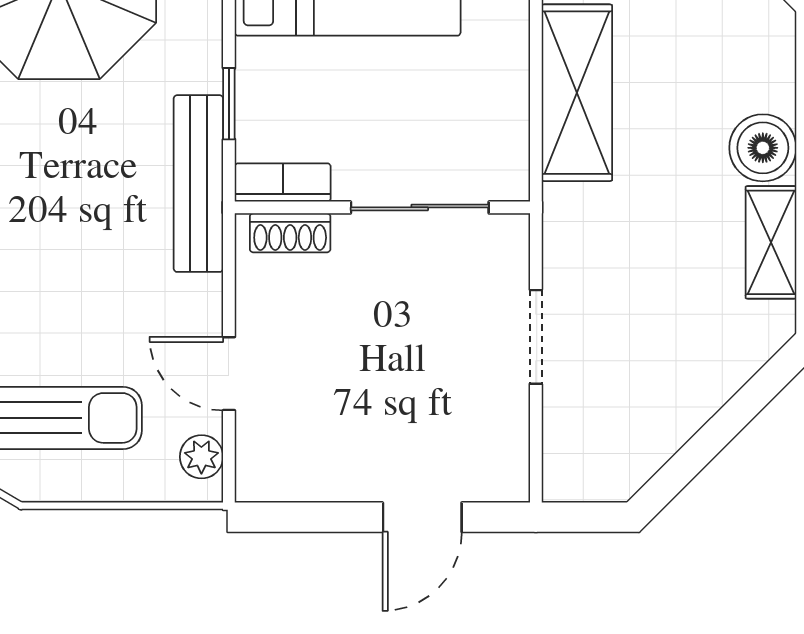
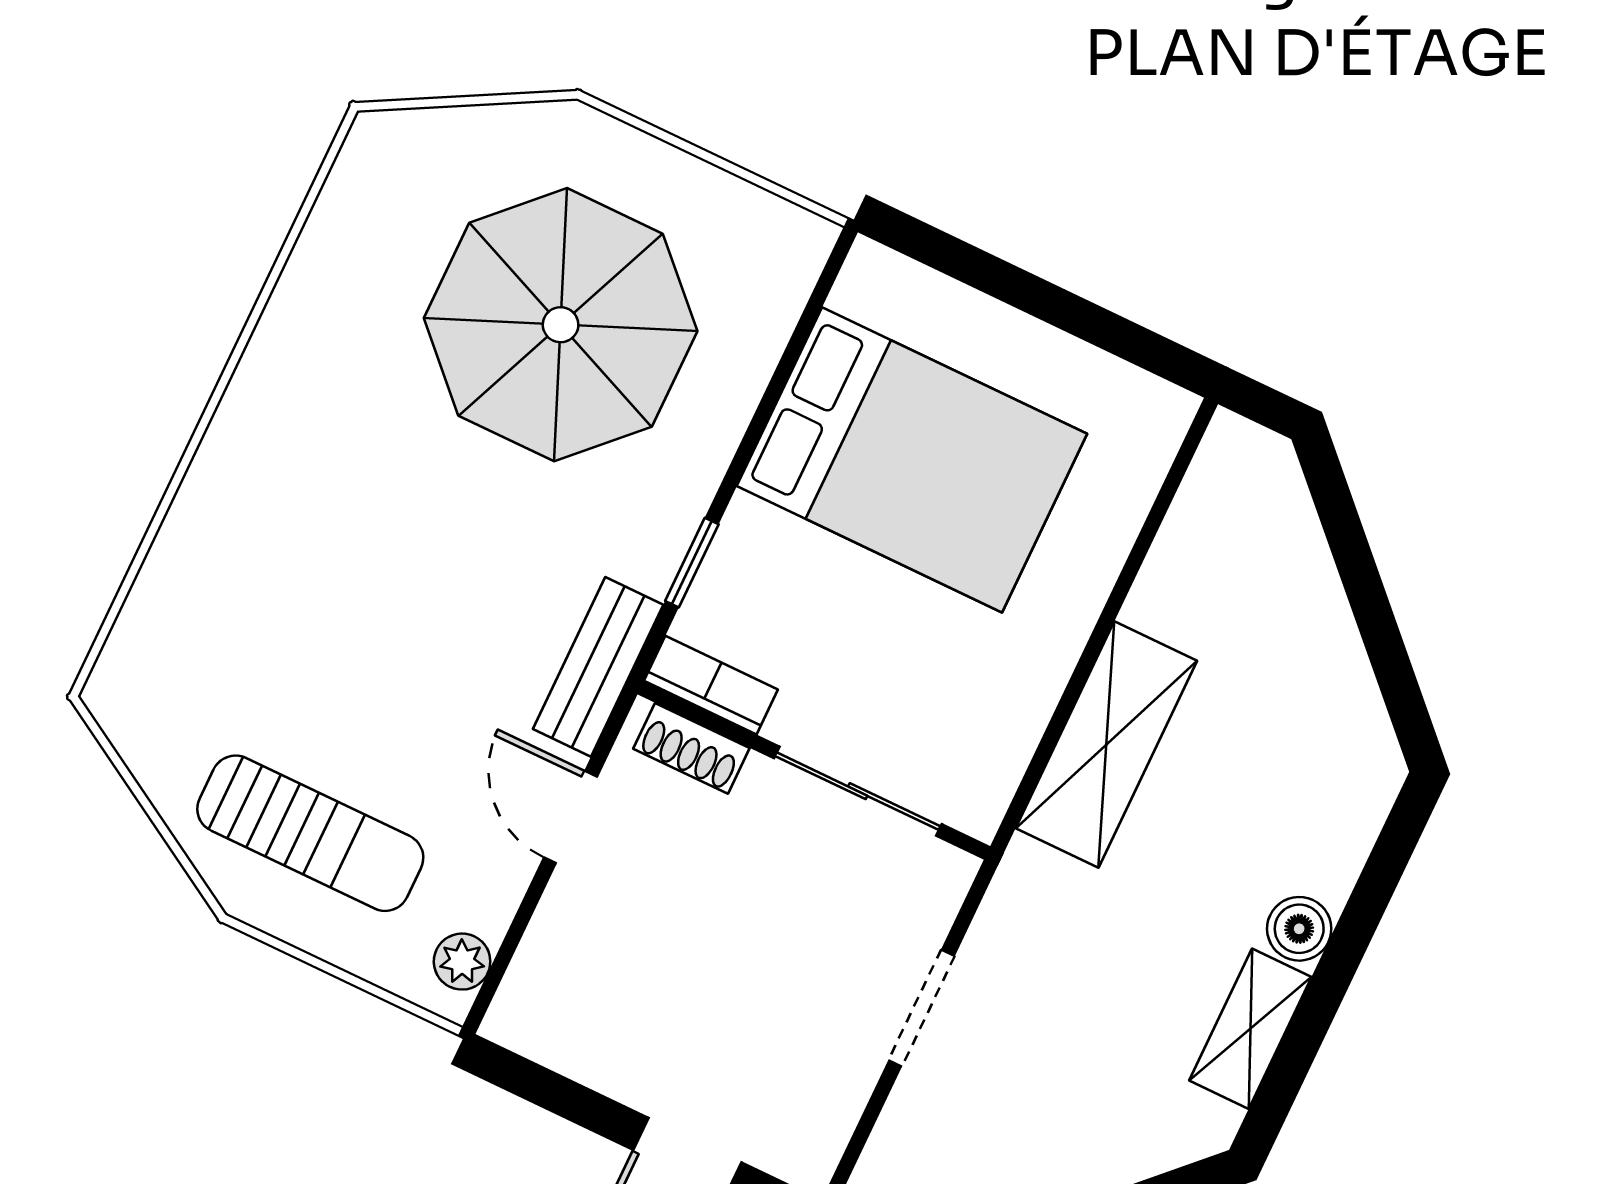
boiler: (763, 148) -> (1299, 929), width x0.73, depth x0.73
bench: (198, 184) -> (598, 667), width x0.73
door: (229, 374) -> (571, 817), moved

